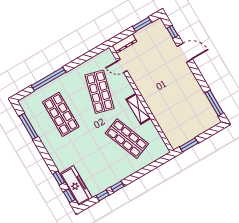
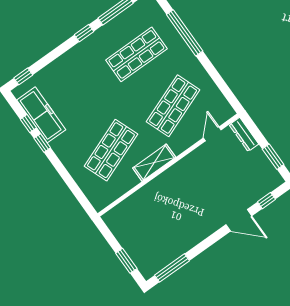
door: (185, 53) -> (239, 220), hinge flipped
shop shelf: (100, 92) -> (173, 106), turned -36
window: (189, 145) -> (126, 261), moved
window: (59, 178) -> (84, 33), moved
freezer: (76, 186) -> (41, 115), moved, turned -90

